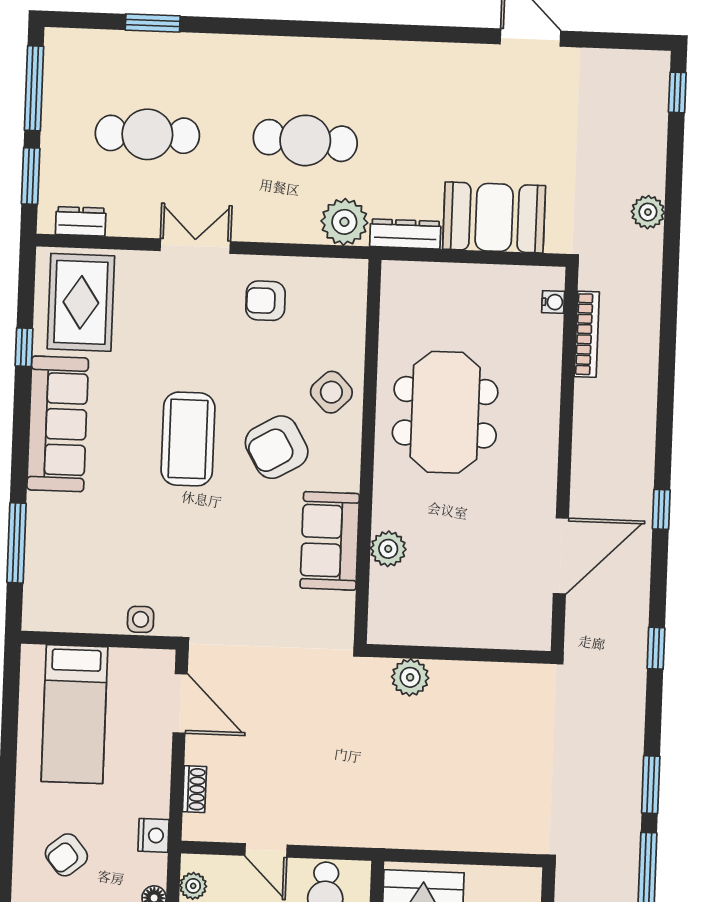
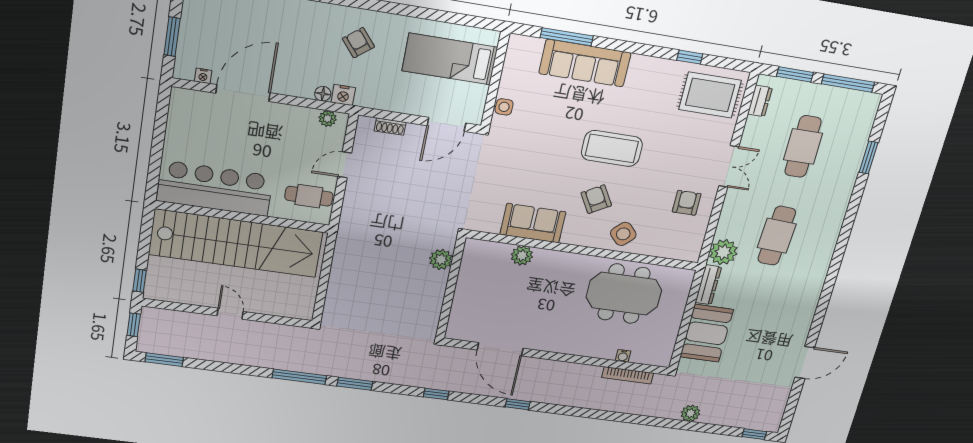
water cooler: (553, 302) -> (623, 356), moved
meeting table: (445, 412) -> (624, 294), moved
sofa: (58, 424) -> (585, 63), moved
armchair: (277, 447) -> (596, 199), width x0.72, depth x0.72
nightstand: (154, 835) -> (343, 95), moved

